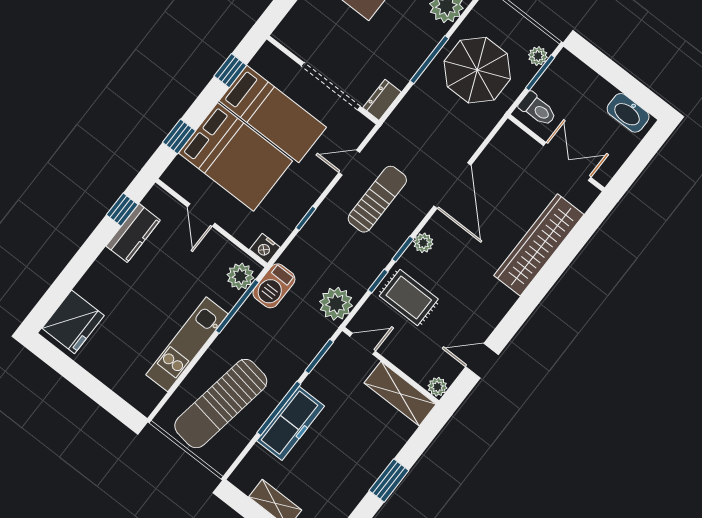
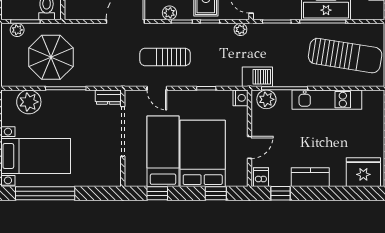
dishwasher: (157, 202) -> (261, 177), added
kitchen counter: (133, 233) -> (310, 177), moved
plant: (336, 304) -> (240, 29), width x0.53, depth x0.53

